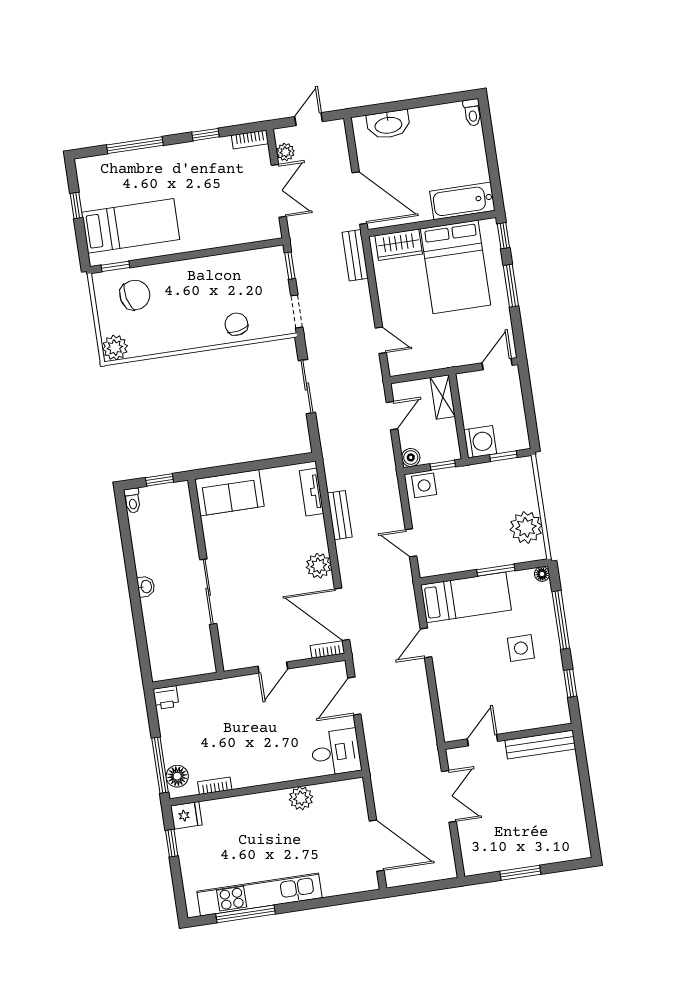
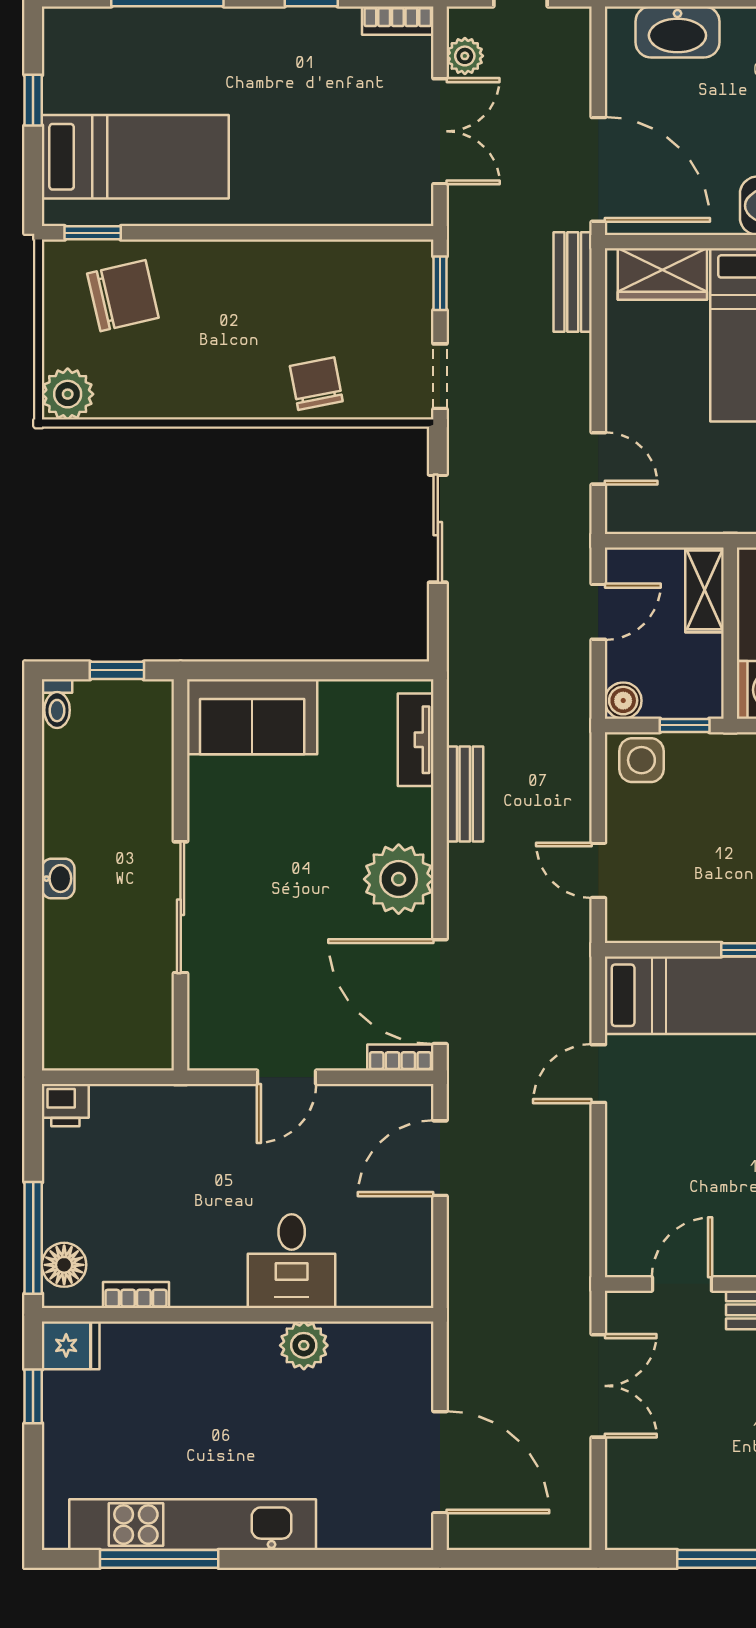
plant: (319, 566) -> (399, 879), width x1.36, depth x1.36
desk: (336, 752) -> (292, 1261), moved, turned 90

